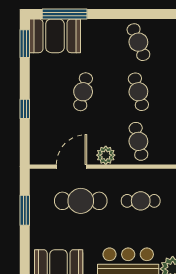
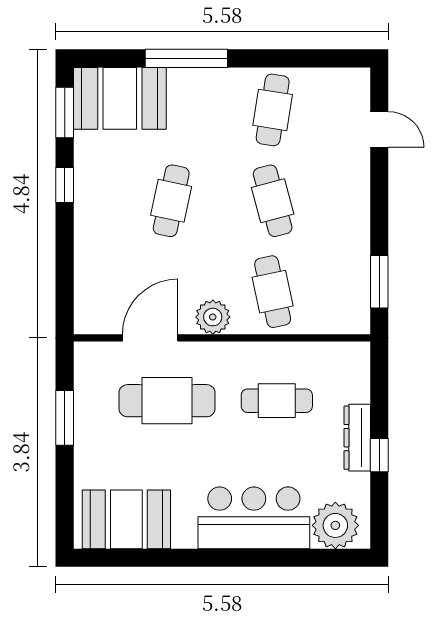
window: (65, 14) -> (186, 58), moved
cafe table: (138, 42) -> (273, 110), turned 30
window: (25, 109) -> (65, 185), moved

